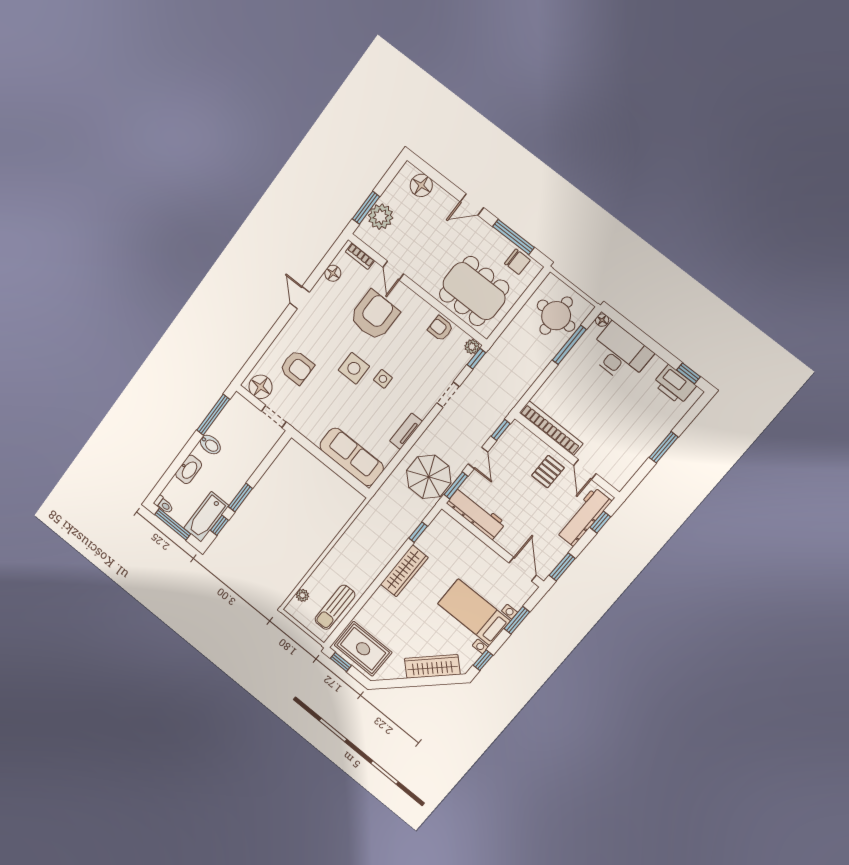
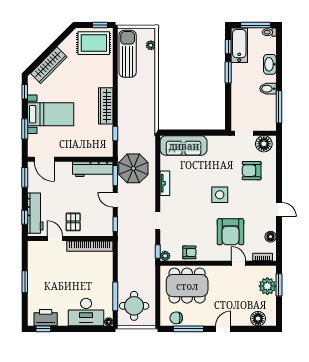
side table: (383, 379) -> (199, 202), removed
sun lounger: (335, 607) -> (128, 54), width x1.36, depth x1.34

